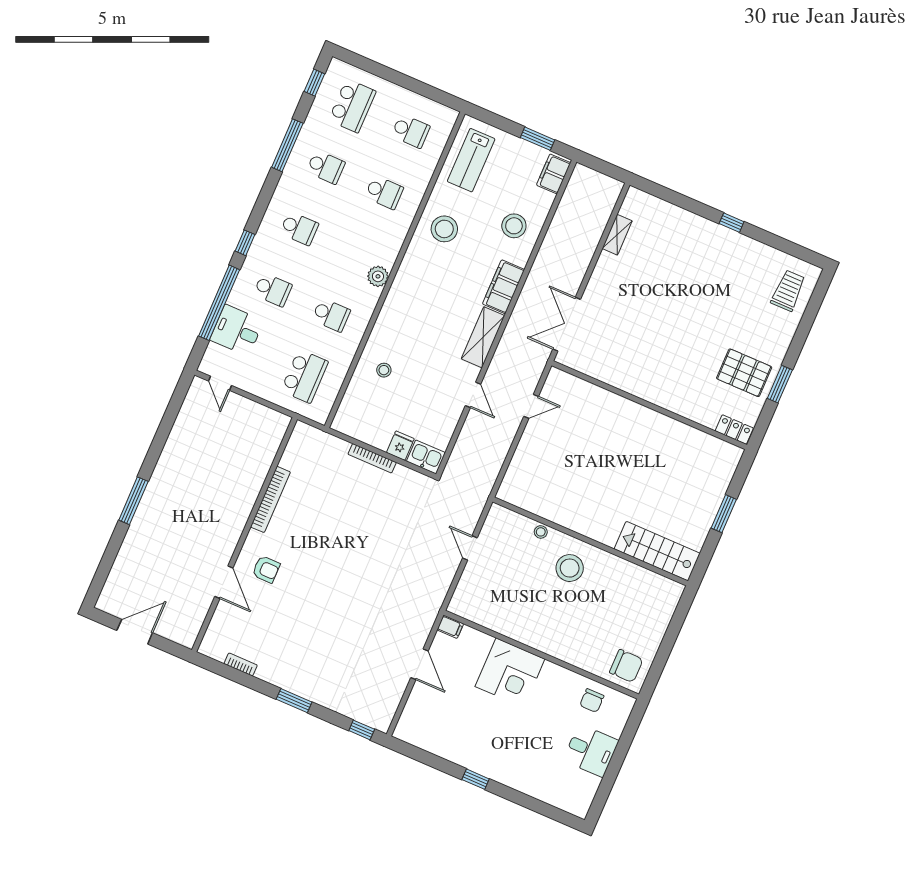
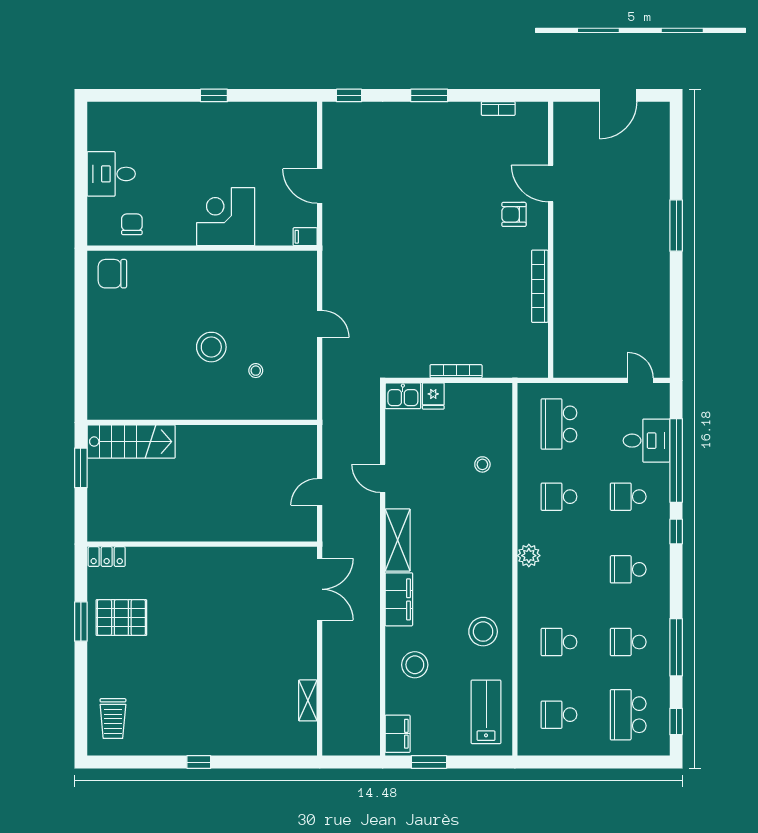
wall: (590, 541) -> (202, 422), moved
stairs: (657, 551) -> (131, 442), moved

